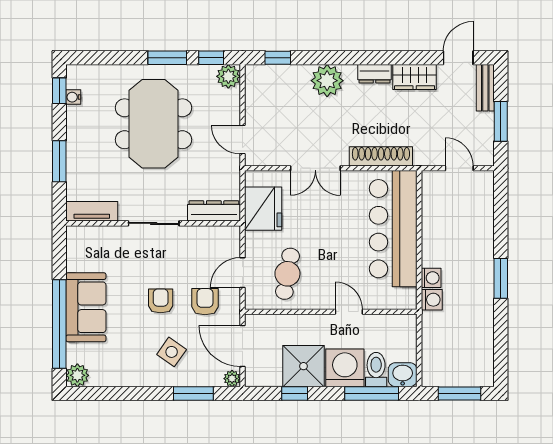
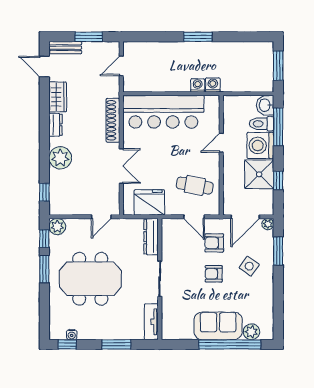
plant: (77, 375) -> (251, 332), moved

